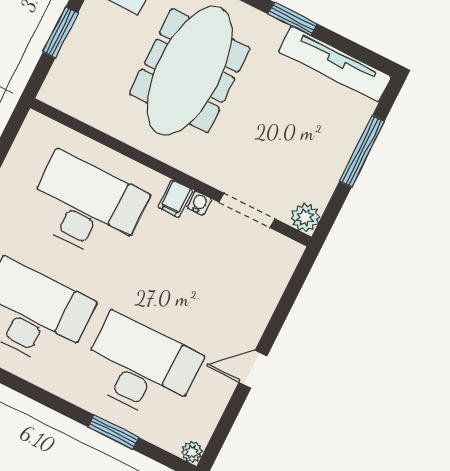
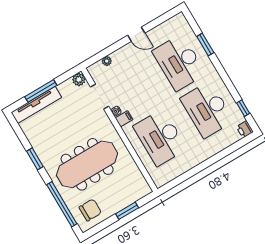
tv unit: (335, 64) -> (36, 105), moved, turned 90
plant: (192, 452) -> (107, 61), moved

